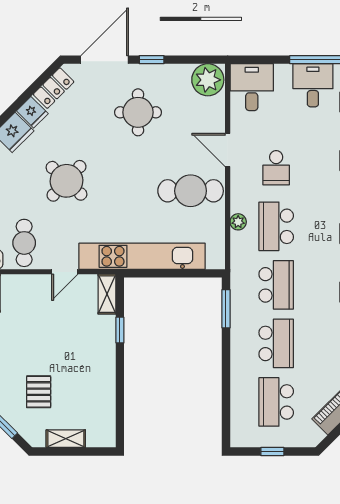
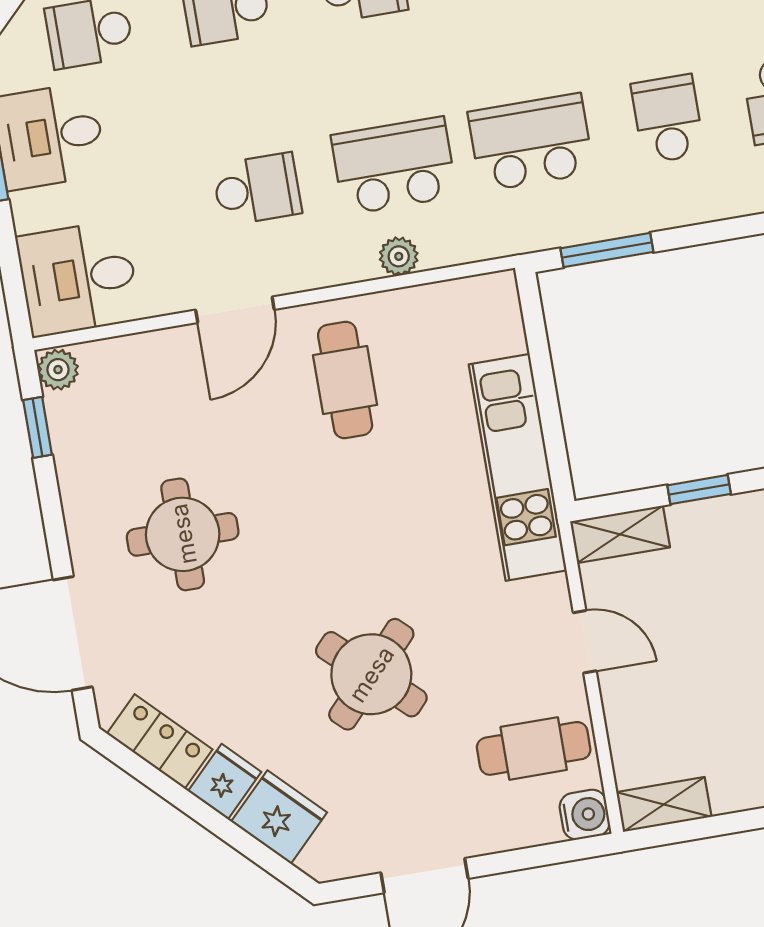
window: (152, 60) -> (38, 427), moved
plant: (208, 80) -> (58, 370), width x0.53, depth x0.53
cafe table: (191, 191) -> (345, 380), width x0.73, depth x0.74
school desk: (276, 226) -> (394, 166), turned 180
kitchen unit: (142, 256) -> (518, 467), width x0.73
school desk: (276, 343) -> (668, 119), width x0.54

